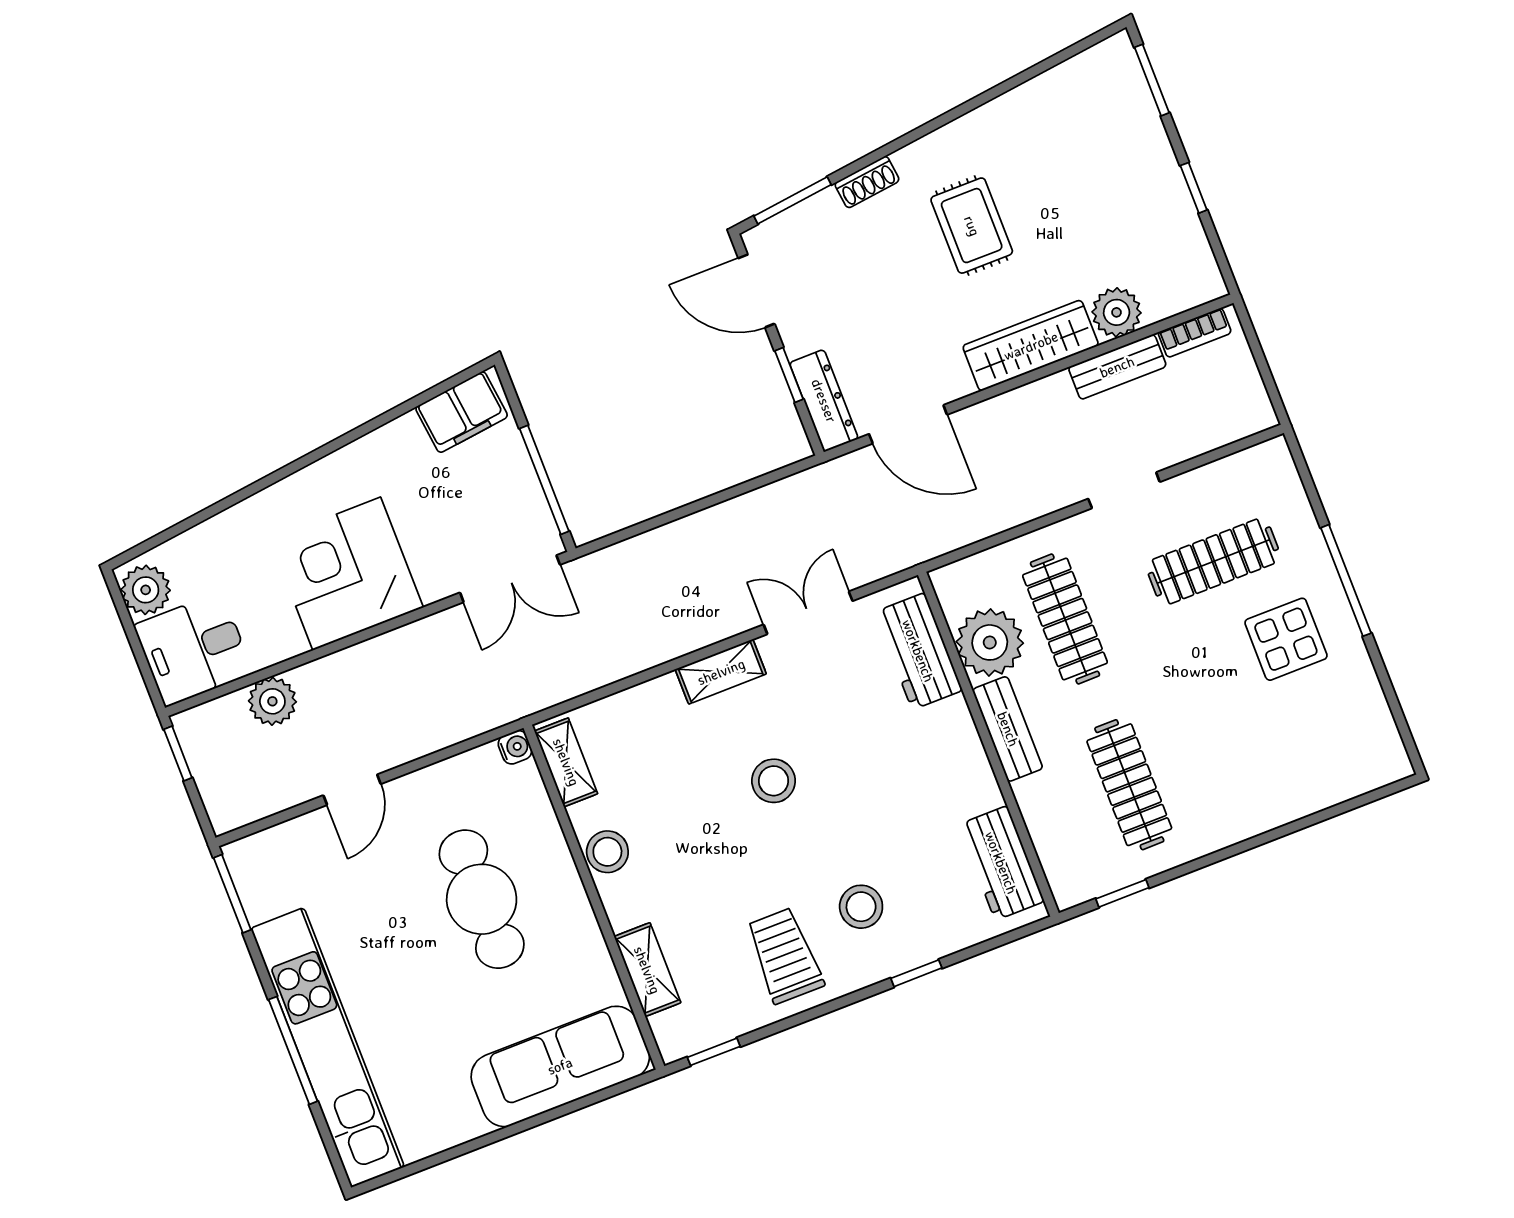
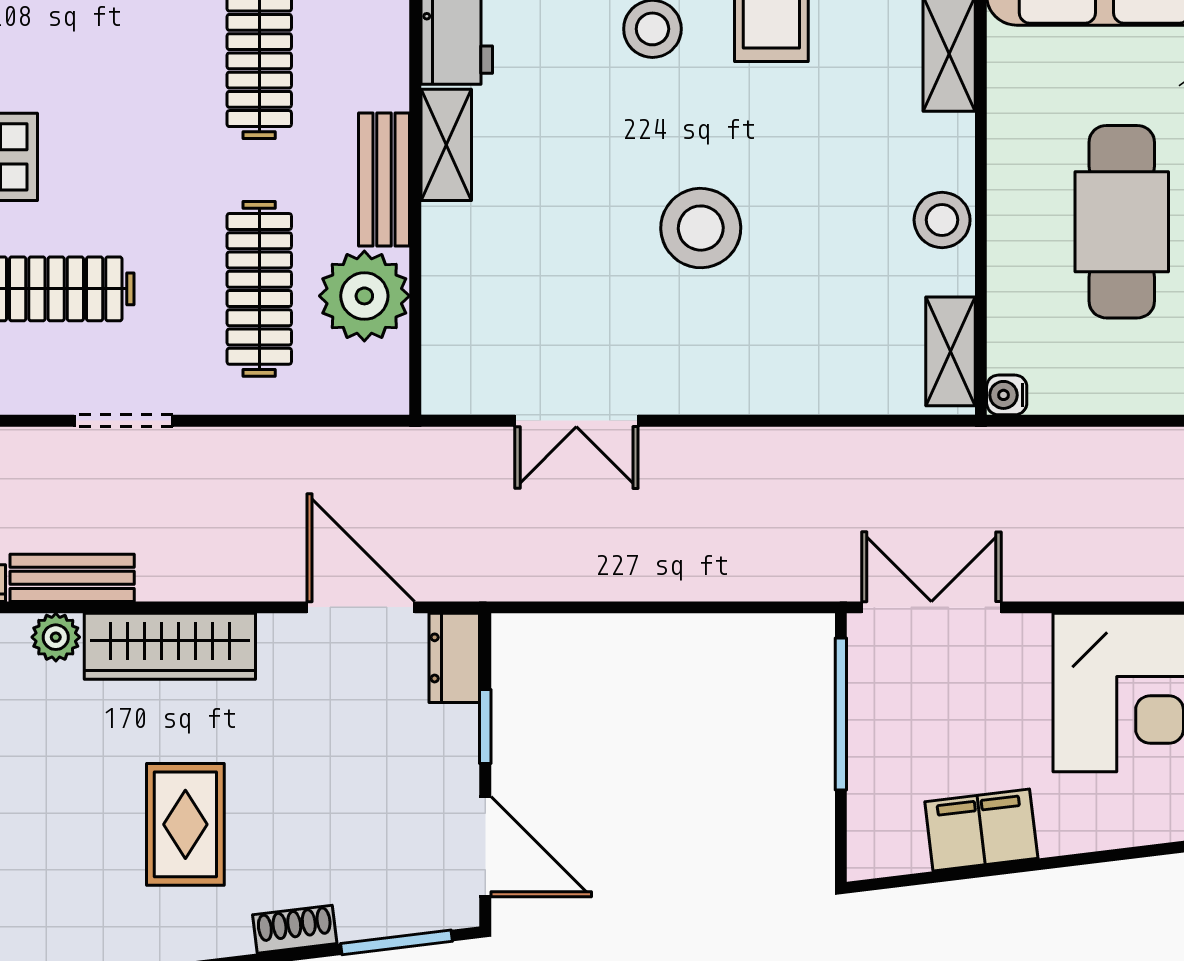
plant: (1117, 312) -> (56, 637), width x0.73, depth x0.73
dresser: (824, 401) -> (454, 658), width x0.70
filing cabinet: (462, 412) -> (981, 830), moved
workbench: (918, 651) -> (457, 320), removed
shelving: (721, 672) -> (446, 145), moved, turned 90
stool: (774, 781) -> (701, 228), width x1.38, depth x1.38

